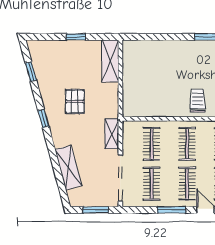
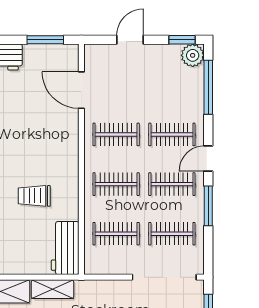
trolley: (198, 101) -> (34, 196), moved
workbench: (141, 107) -> (65, 248), added
shelving: (112, 134) -> (52, 289), moved

